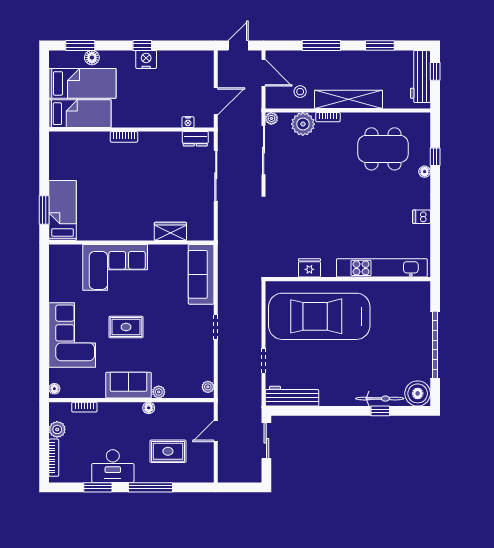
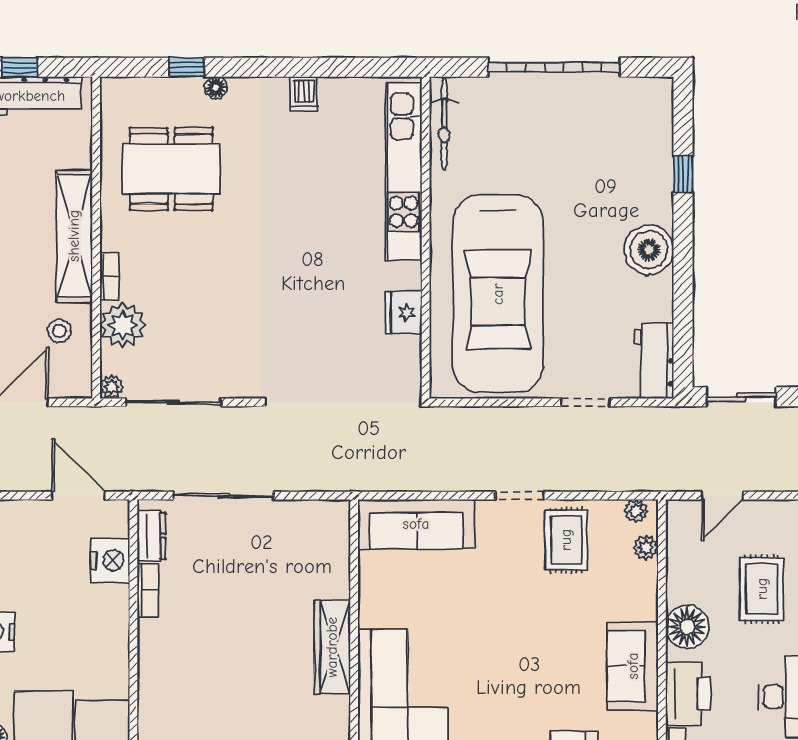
nightstand: (188, 122) -> (110, 560), width x1.89, depth x1.79
bookcase: (124, 137) -> (148, 590), moved
dining table: (383, 149) -> (171, 169), turned 90
wardrobe: (170, 231) -> (332, 647), moved, width x1.50
rug: (126, 327) -> (566, 540), moved
plant: (159, 392) -> (646, 548), moved
boiler: (418, 393) -> (649, 250), moved
workbench: (292, 396) -> (654, 361), width x0.73
bicycle: (380, 399) -> (444, 124), moved, turned 180
floor lamp: (149, 408) -> (687, 627), width x1.89, depth x1.89
printer: (114, 414) -> (688, 694), added
door: (216, 431) -> (722, 496), hinge flipped

